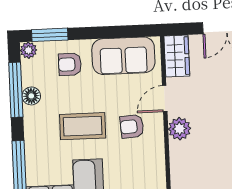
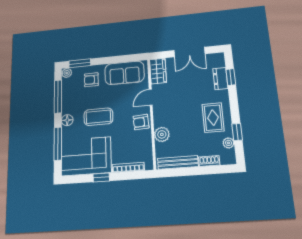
floor lamp: (31, 96) -> (67, 120), moved
armchair: (132, 126) -> (141, 122), moved
plant: (180, 129) -> (162, 134), moved

